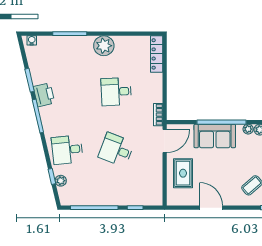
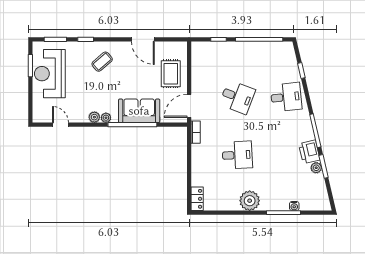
water cooler: (32, 40) -> (294, 206), moved
locker: (157, 54) -> (197, 199), width x0.66
plant: (61, 181) -> (316, 168), moved

